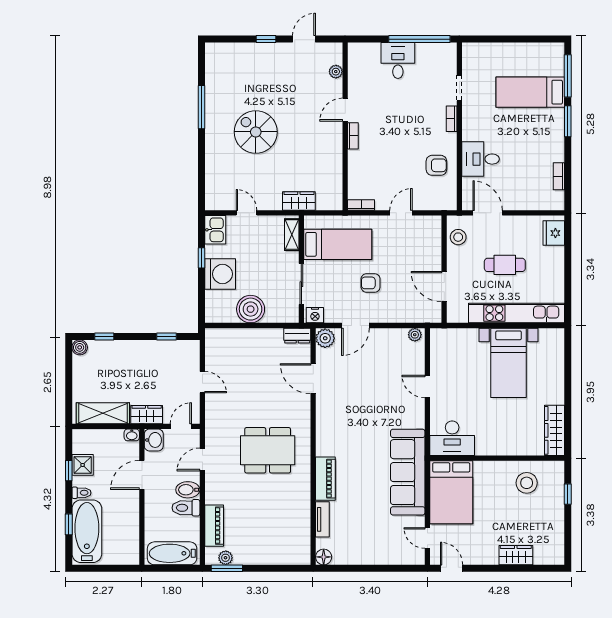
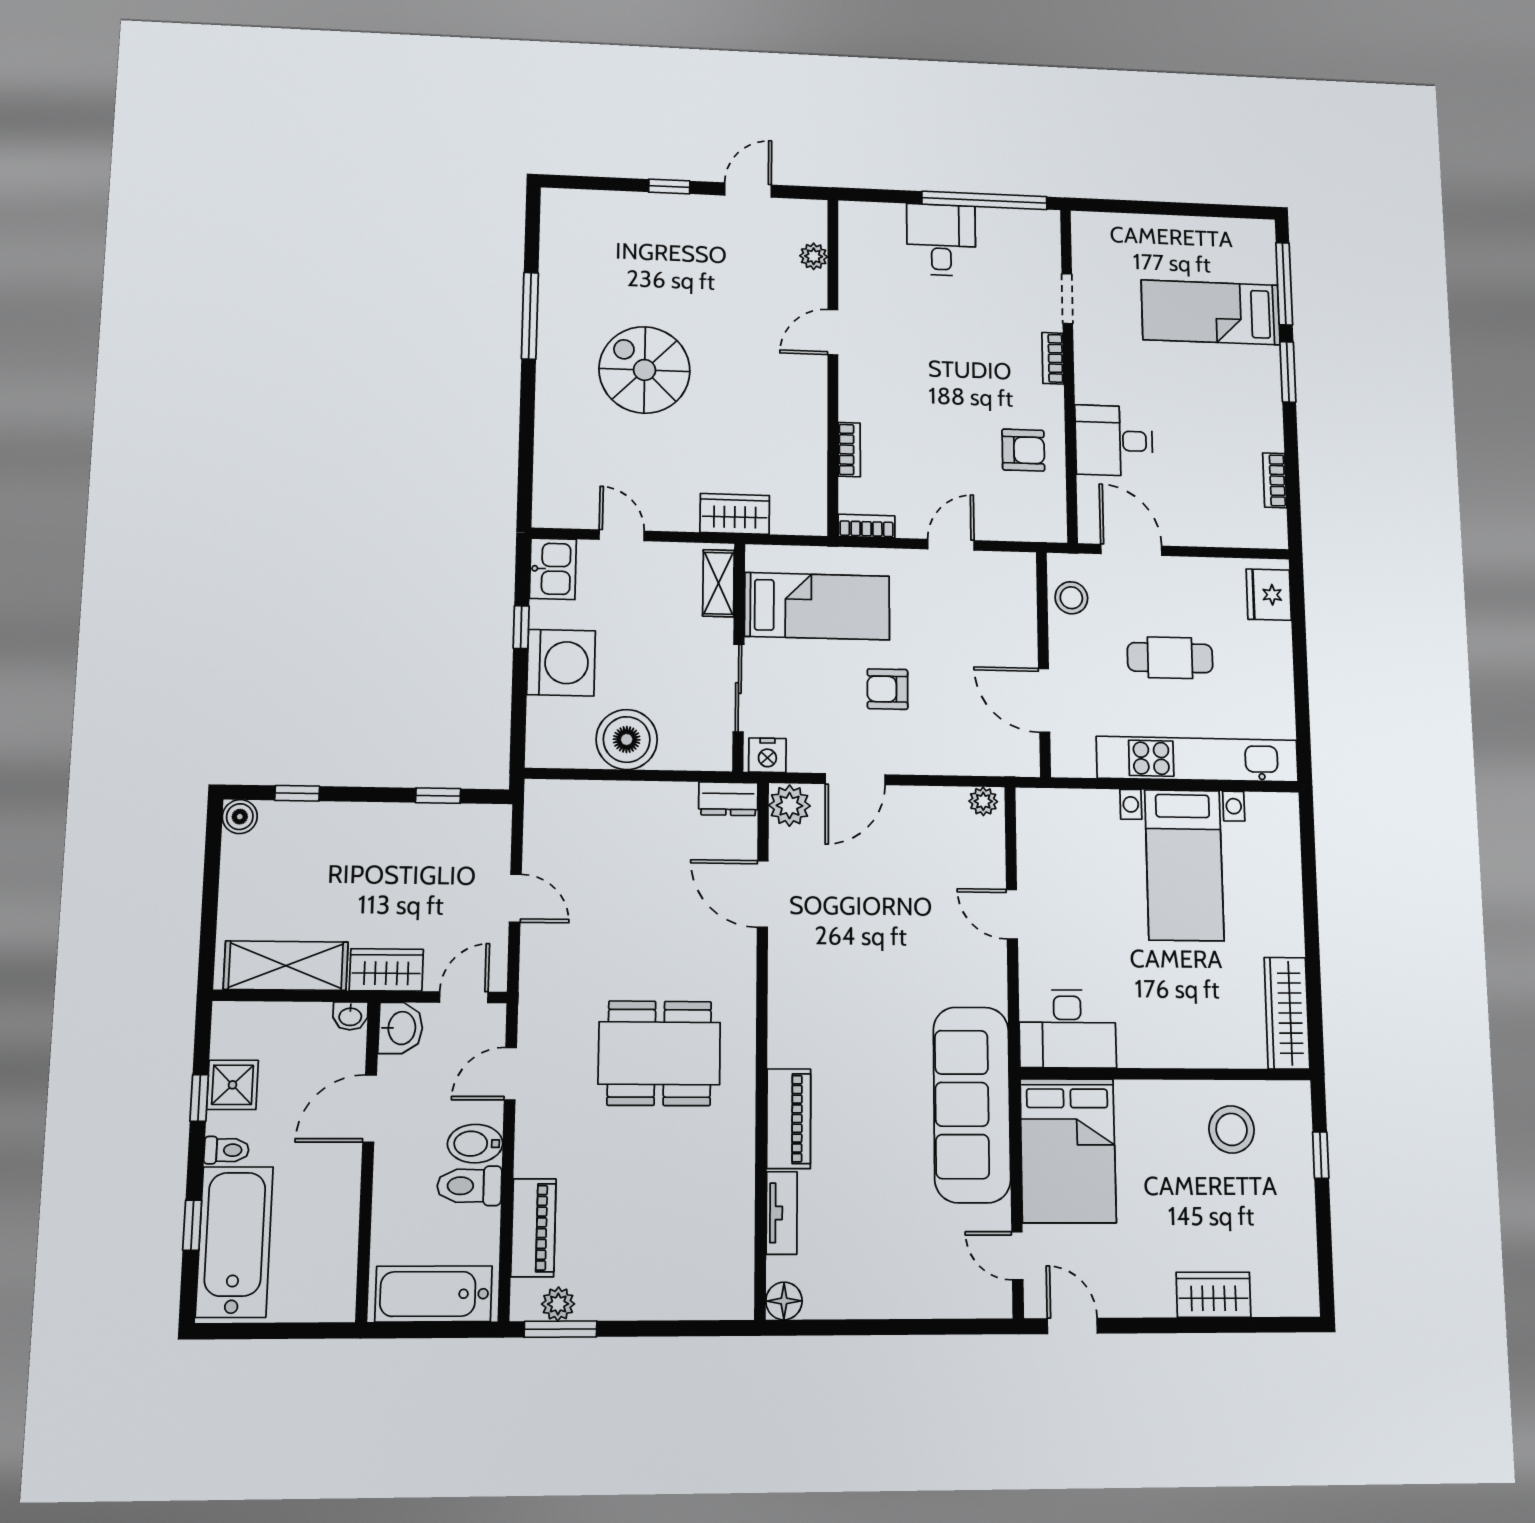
bookcase: (353, 136) -> (849, 450), moved

